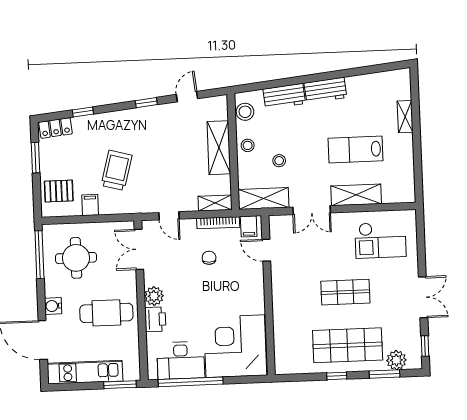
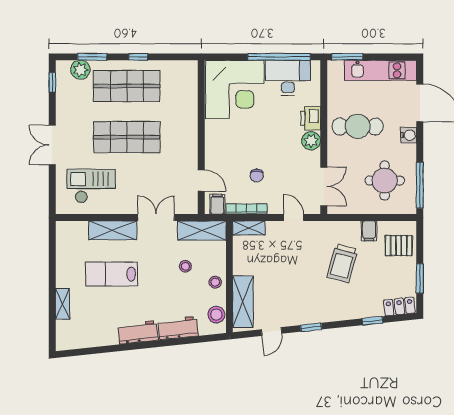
shelving: (219, 148) -> (243, 302), moved
lab bench: (355, 149) -> (112, 274), turned 180
shop shelf: (345, 292) -> (127, 137), width x1.43, depth x1.36
double door: (423, 297) -> (52, 145), moved

